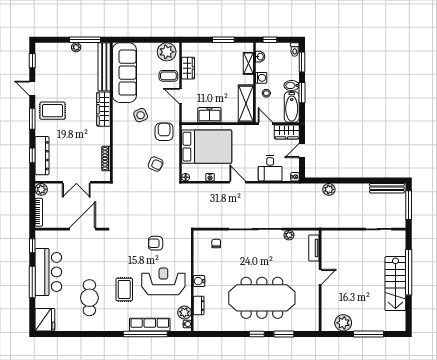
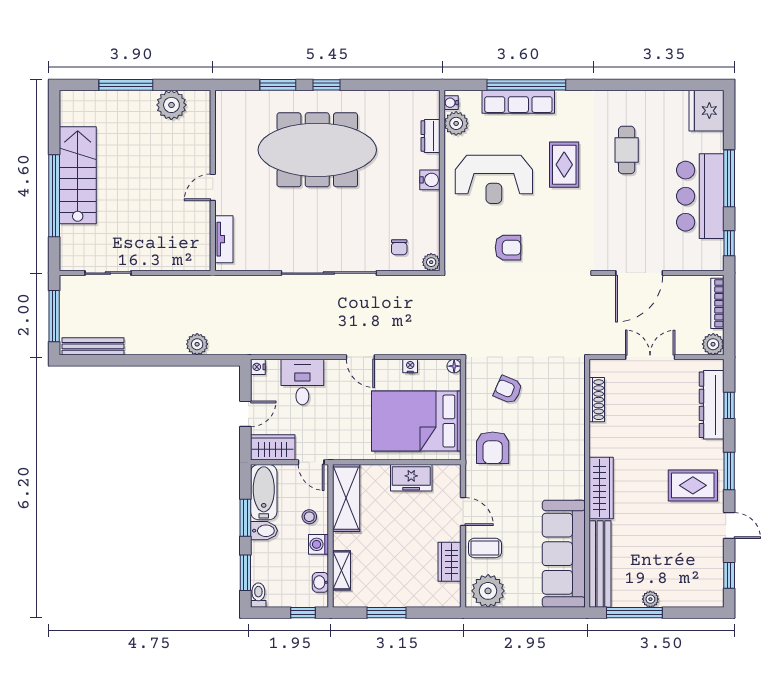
side table: (141, 115) -> (535, 477), removed
plant: (289, 235) -> (431, 262), moved
cafe table: (89, 298) -> (627, 150), width x0.73, depth x0.74

